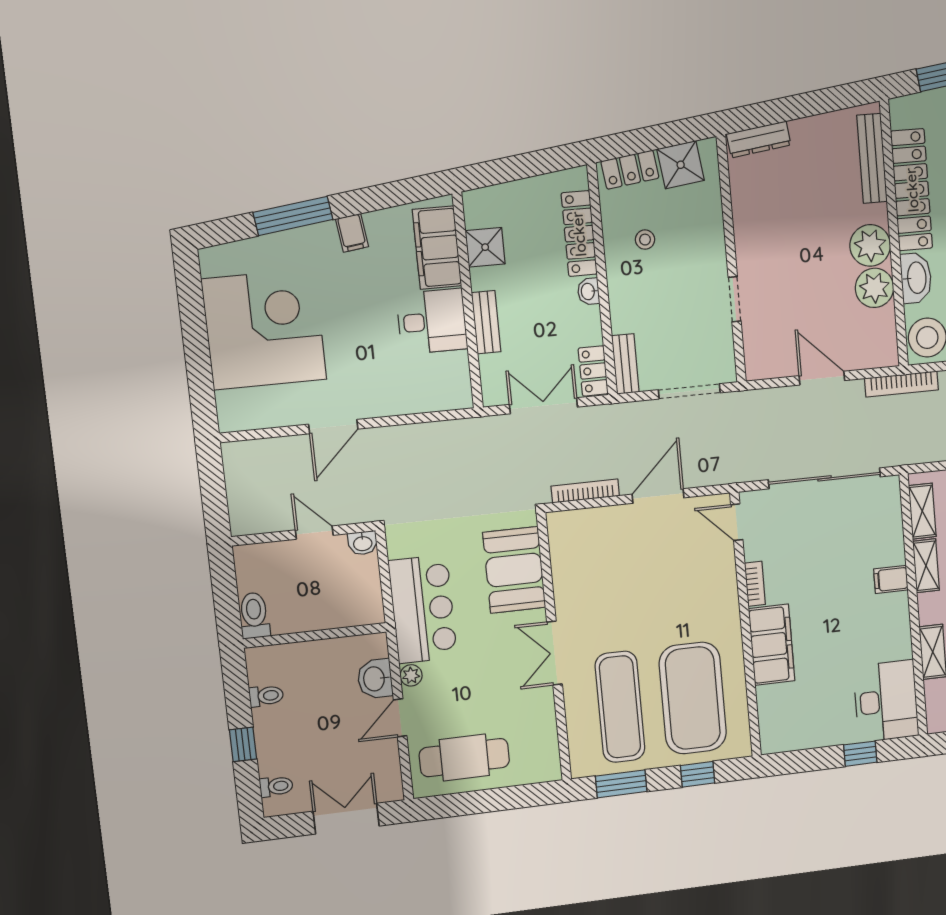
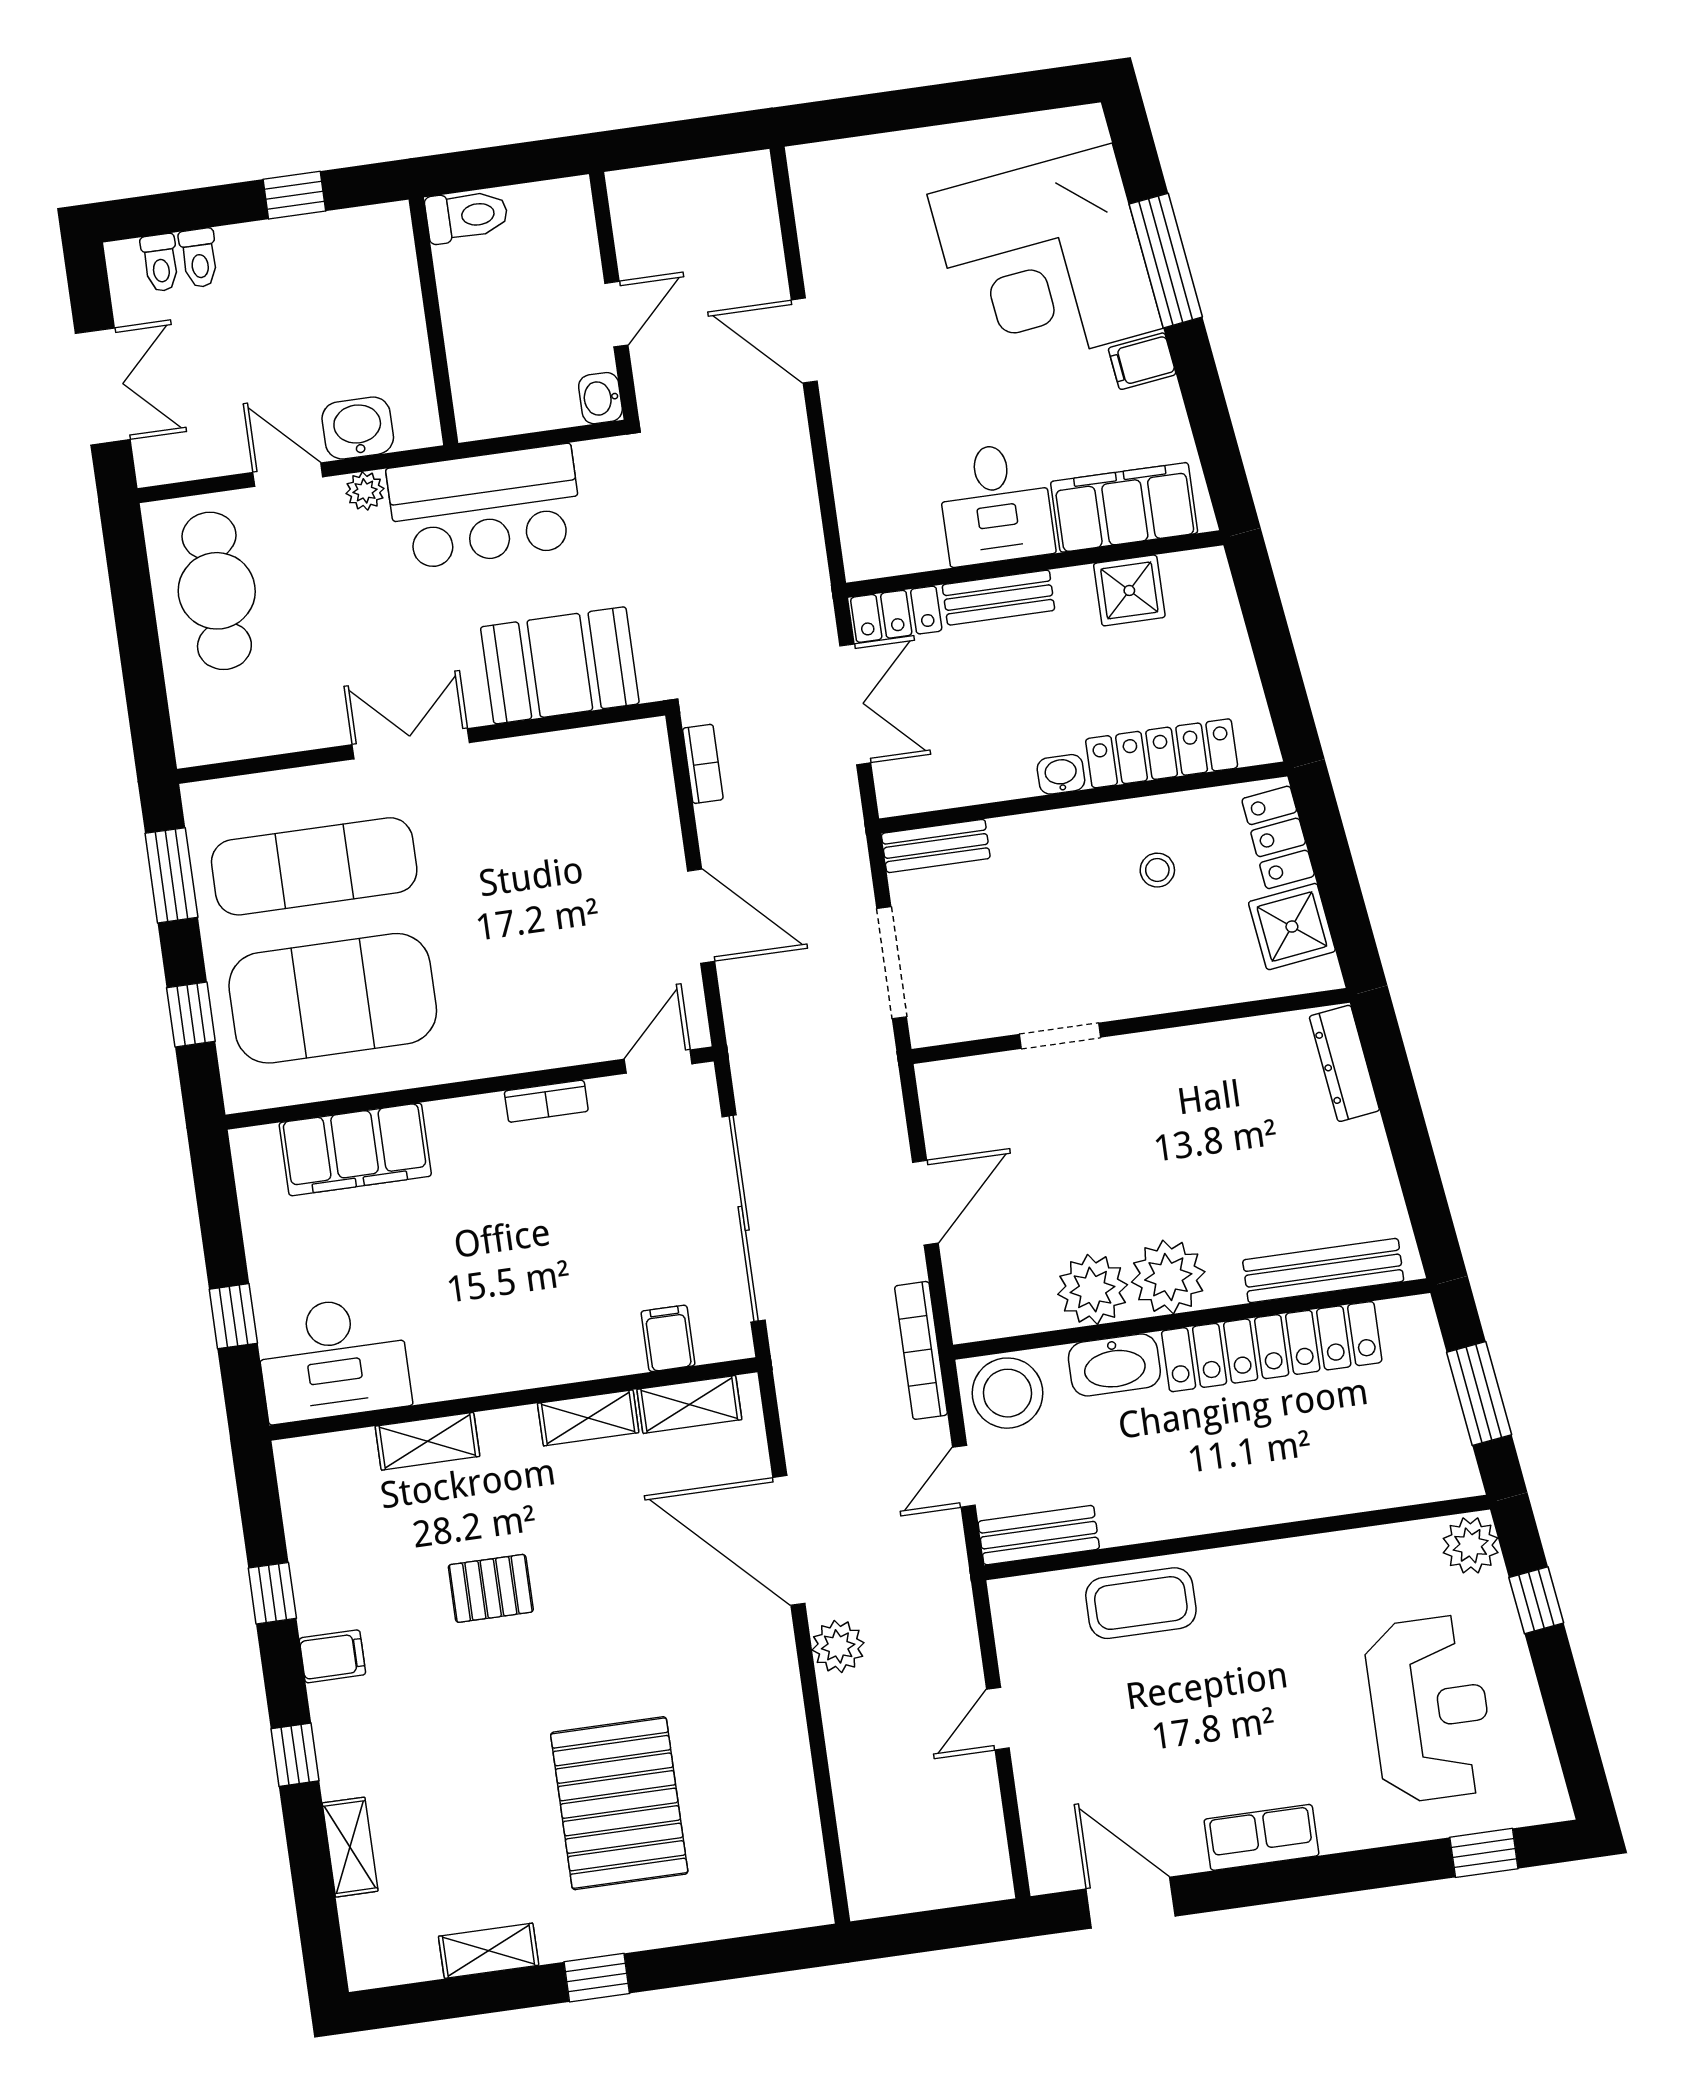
corner desk: (264, 329) -> (1045, 261), moved, turned 83
locker: (593, 371) -> (896, 614), moved, turned 180
bookcase: (585, 491) -> (703, 764), width x0.64
filing cabinet: (891, 579) -> (668, 1338), moved
filing cabinet: (772, 645) -> (355, 1149), moved
toilet: (266, 696) -> (199, 258), moved
window: (243, 744) -> (294, 195), moved

